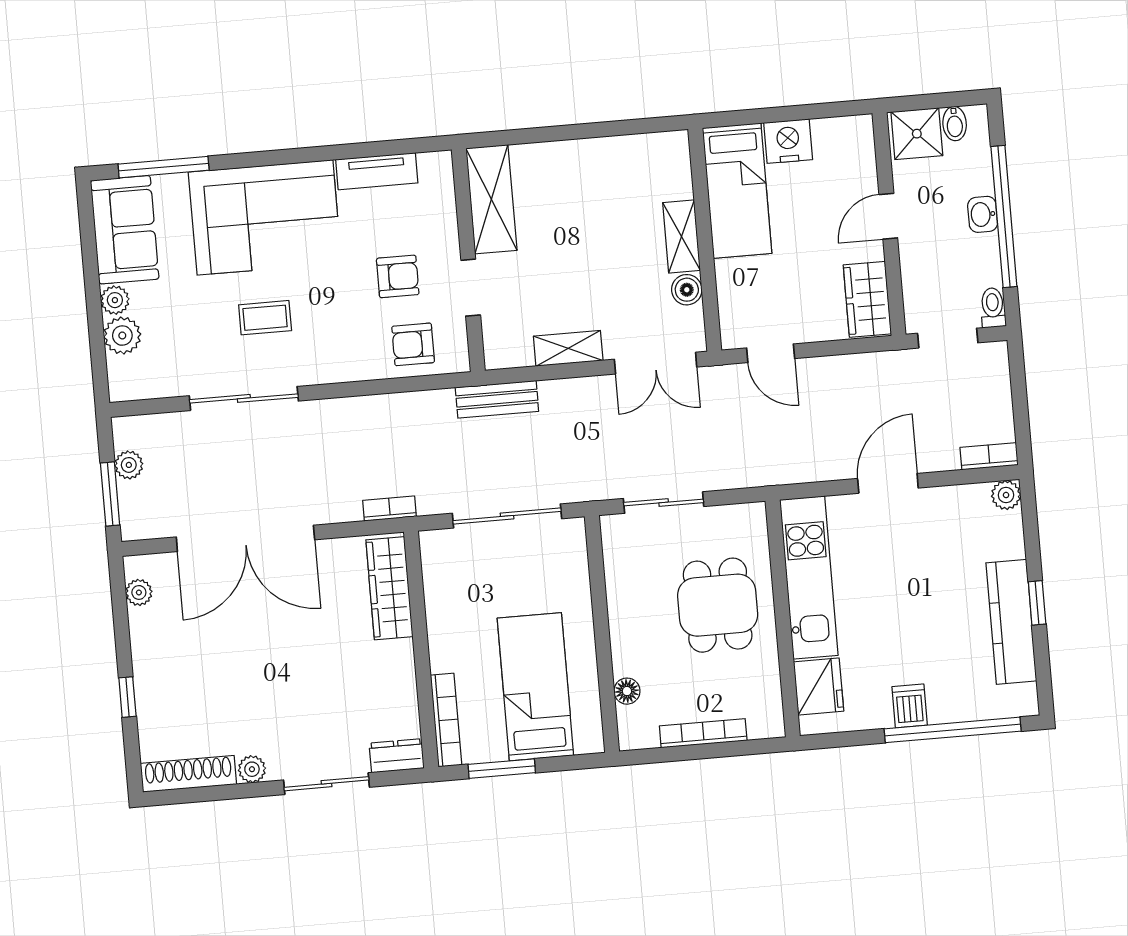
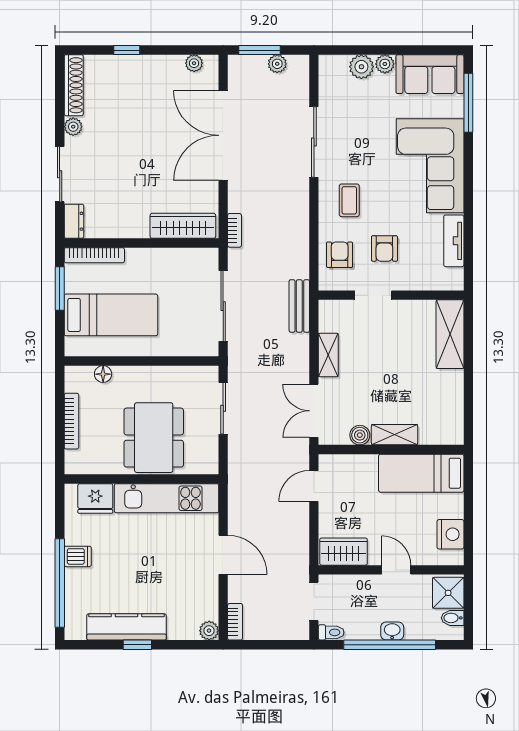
nightstand: (788, 141) -> (450, 534), moved
shelving: (491, 199) -> (450, 334), moved, turned 90
coffee table: (265, 318) -> (349, 200), moved
dining table: (718, 605) -> (154, 438), width x1.38

